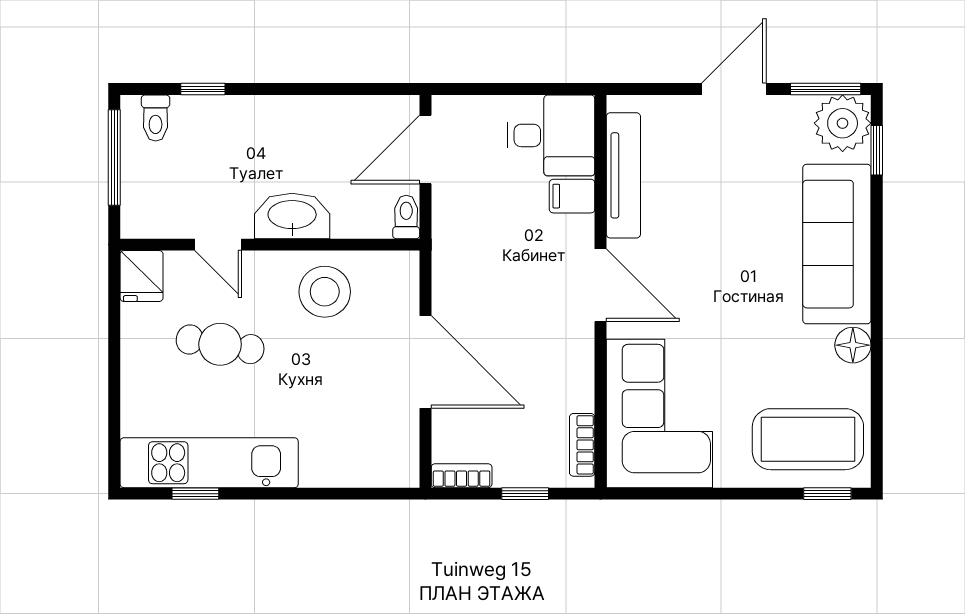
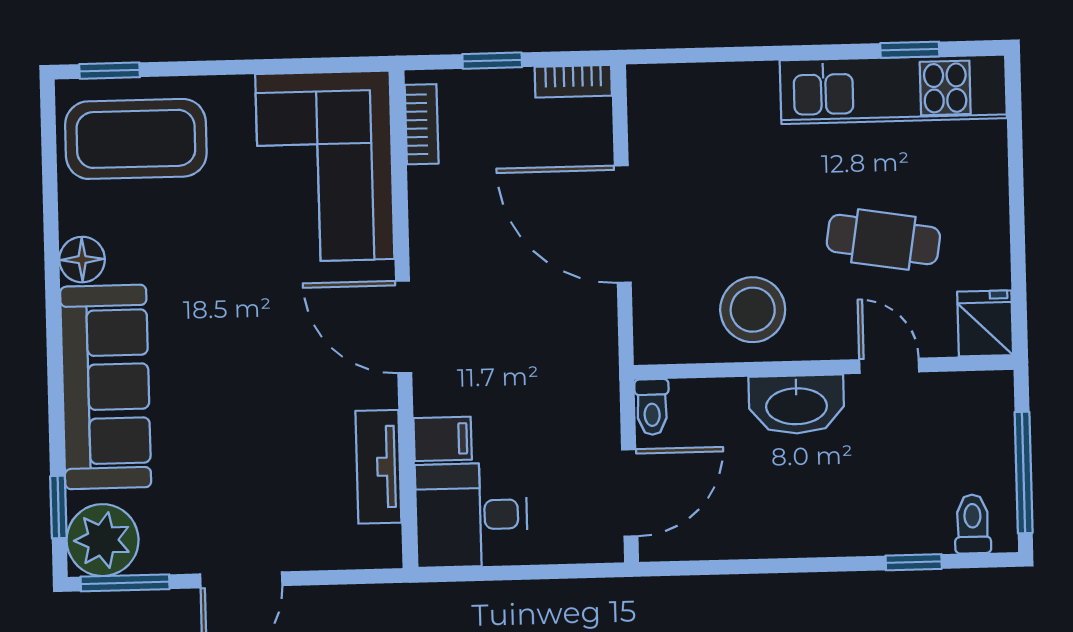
tv unit: (623, 175) -> (378, 467), width x0.71

